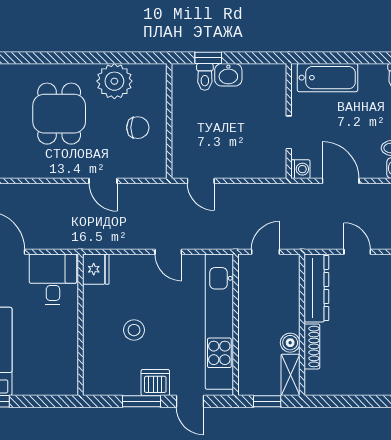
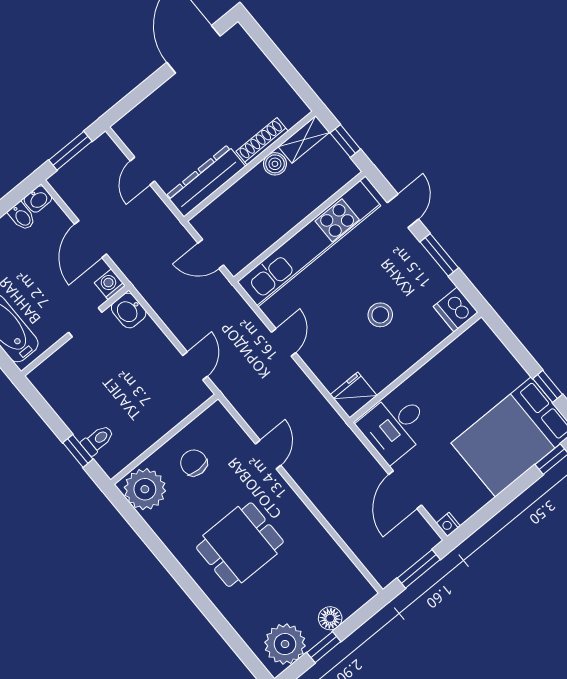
washbasin: (228, 75) -> (129, 311), moved, turned 180
plant: (114, 81) -> (145, 489), moved
dishwasher: (155, 383) -> (456, 309), moved

